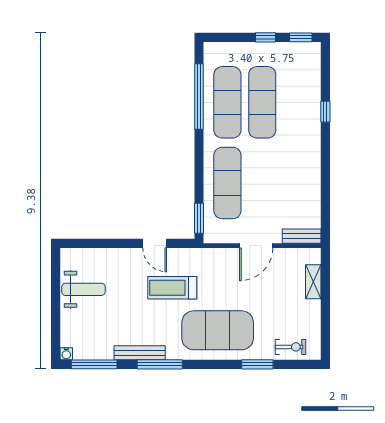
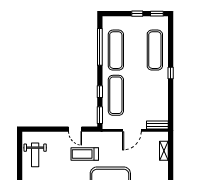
exercise mat: (262, 102) -> (155, 50), moved
window: (325, 112) -> (171, 73), moved
window: (199, 176) -> (100, 92), added
weight bench: (83, 289) -> (35, 155), turned 90

